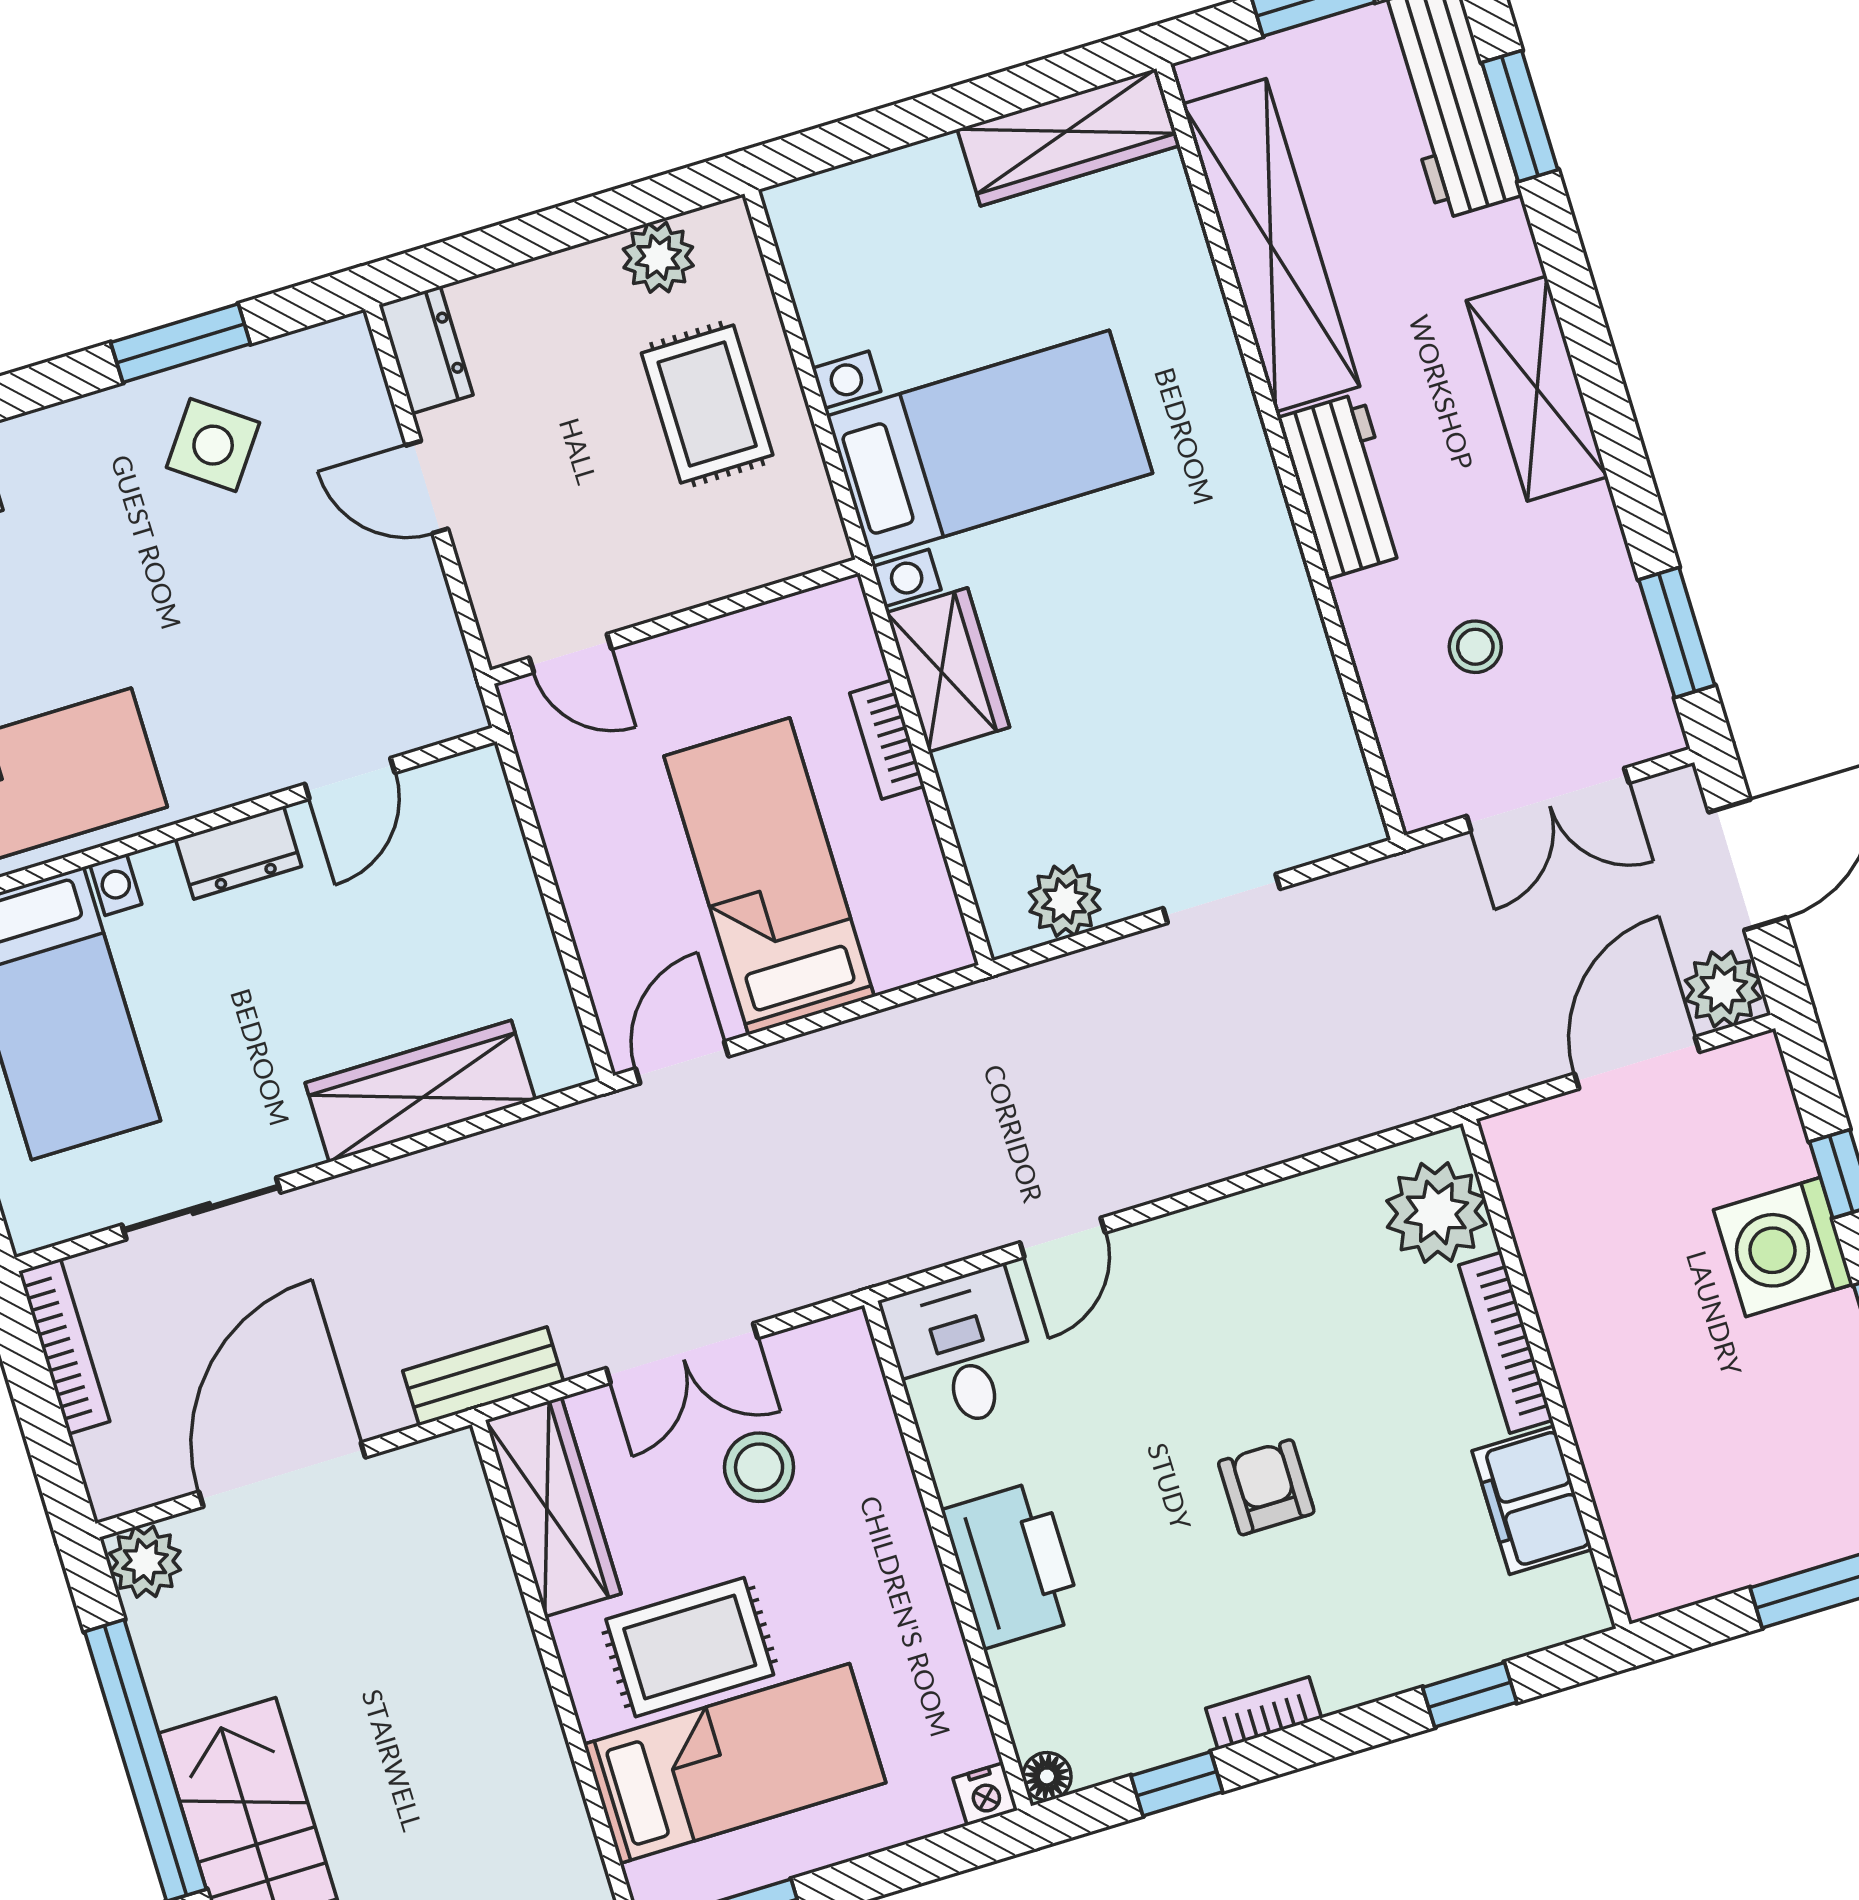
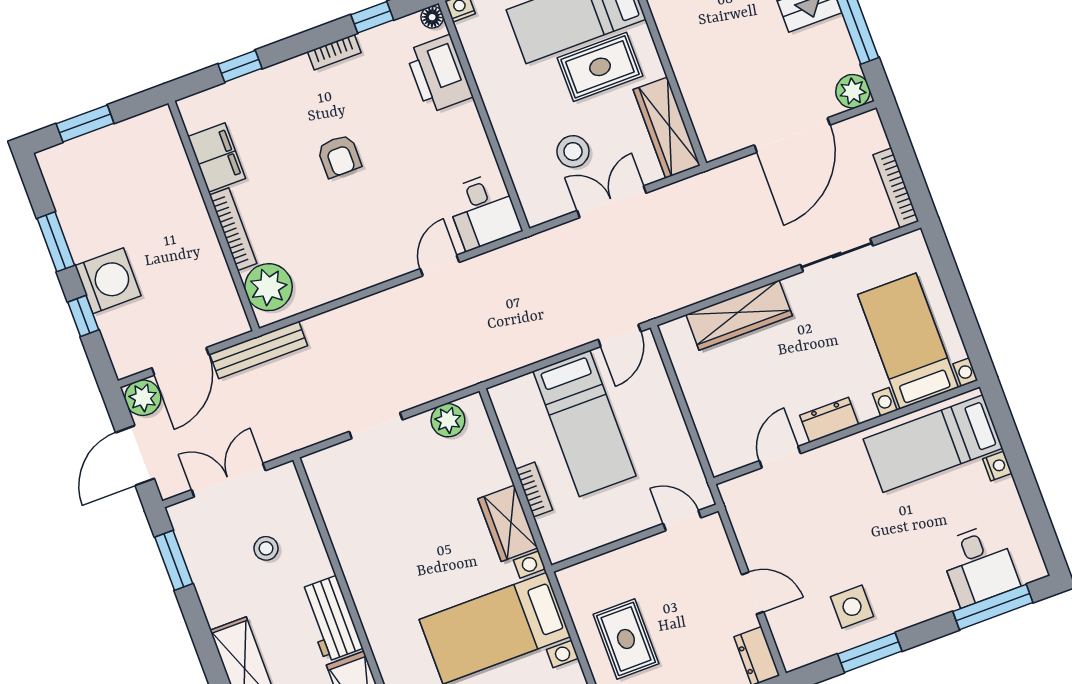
side table: (213, 445) -> (852, 607), turned -36
bench: (483, 1376) -> (259, 350), moved, width x1.36
printer: (1012, 1564) -> (439, 74), moved

